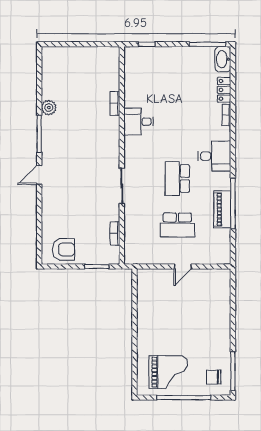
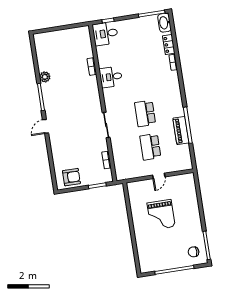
desk: (214, 156) -> (105, 34), moved, turned 180
school desk: (177, 225) -> (150, 147), turned 90
grand piano: (168, 372) -> (161, 215), moved, turned 90

